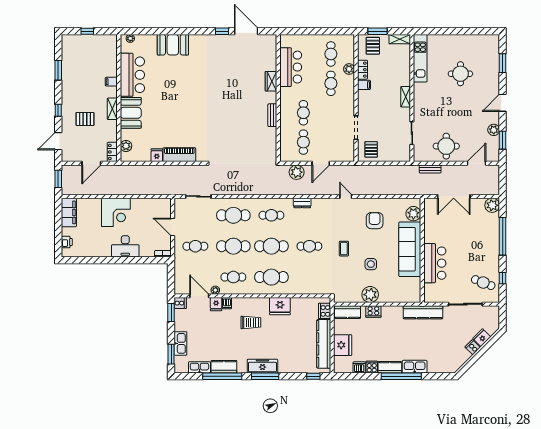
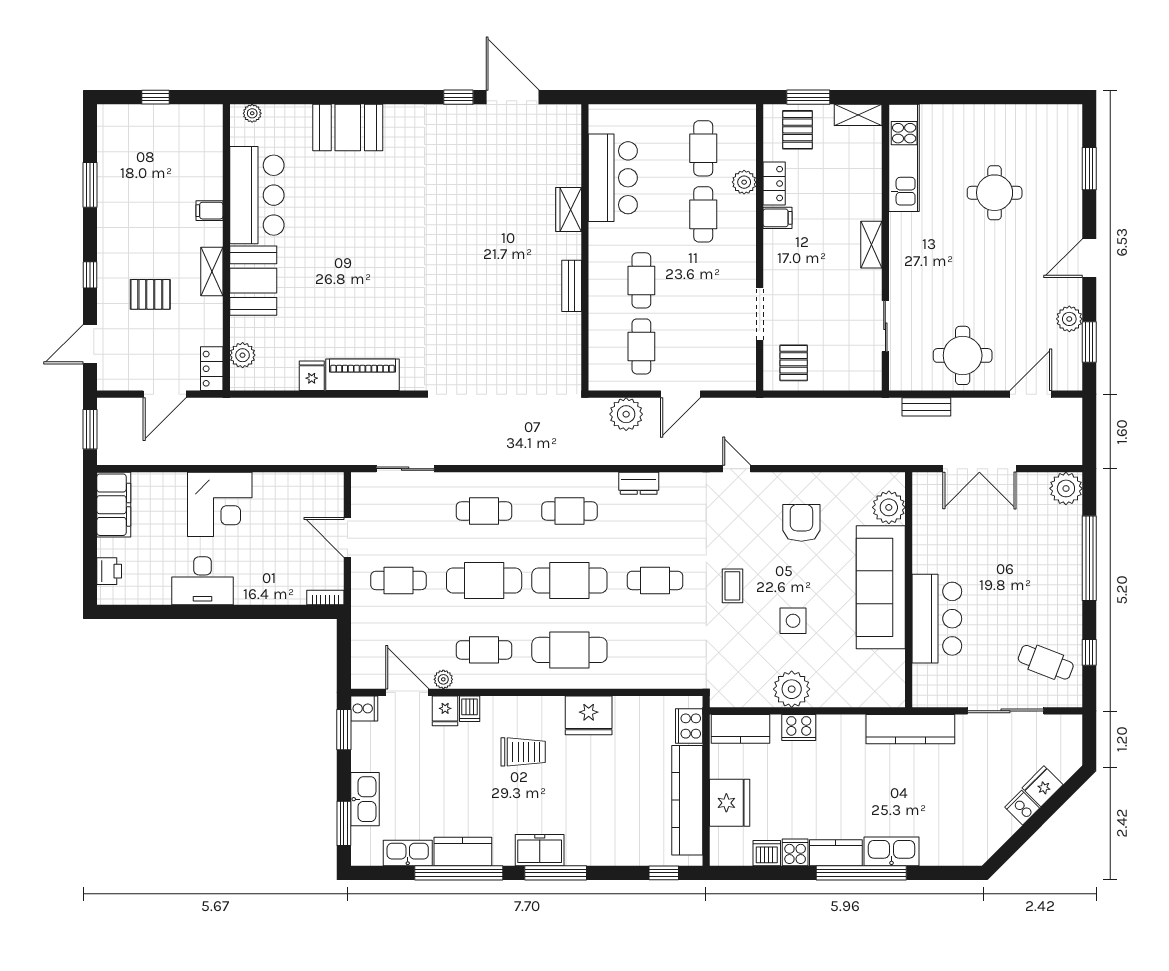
cafe table: (233, 215) -> (484, 511), width x0.73, depth x0.74
desk: (125, 246) -> (202, 581), moved
freezer: (262, 366) -> (540, 850), width x0.71

